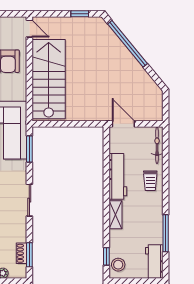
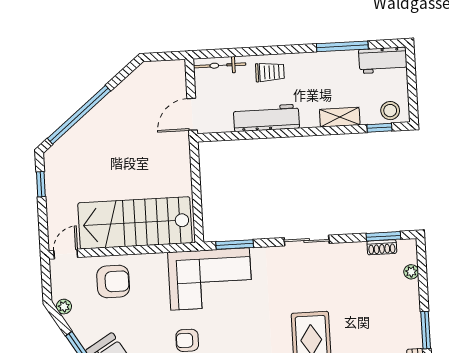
shelving: (116, 215) -> (340, 117), moved

